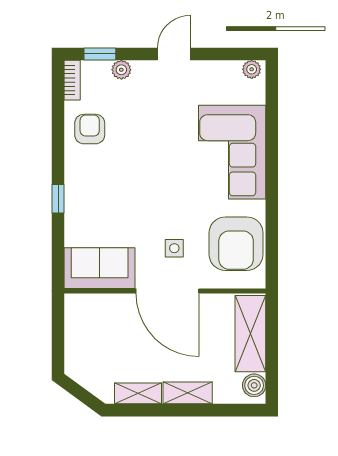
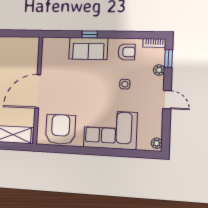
armchair: (236, 244) -> (60, 129), turned 90
side table: (174, 248) -> (125, 84), moved
sofa: (100, 268) -> (88, 48), moved, turned 90

